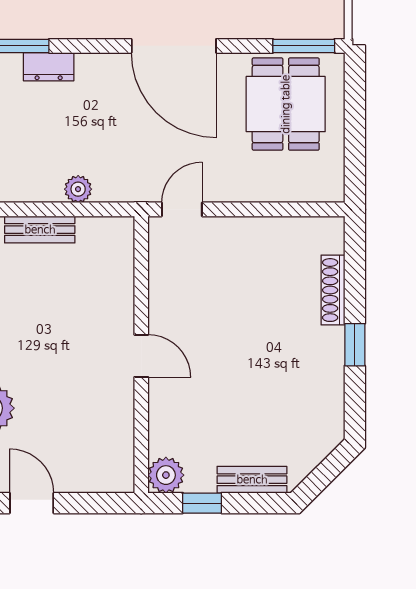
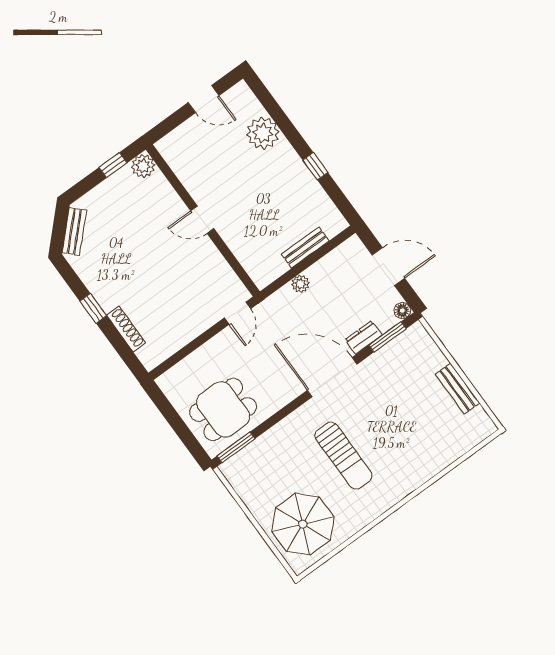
door: (174, 46) -> (332, 377), moved
dining table: (286, 104) -> (223, 409), turned 90
bench: (252, 480) -> (74, 231), moved, turned -45

